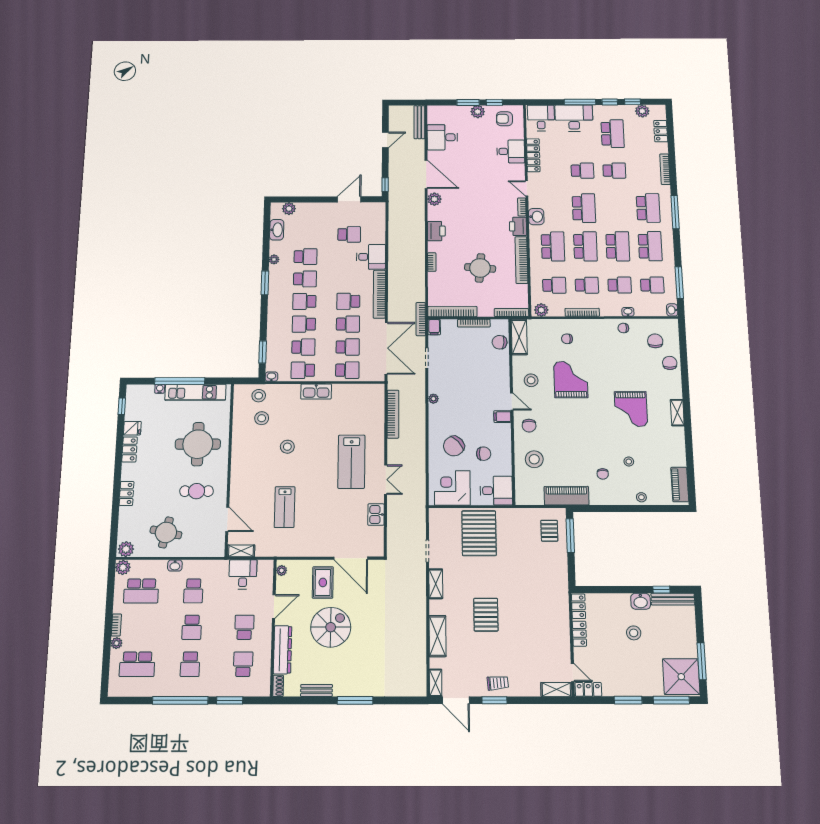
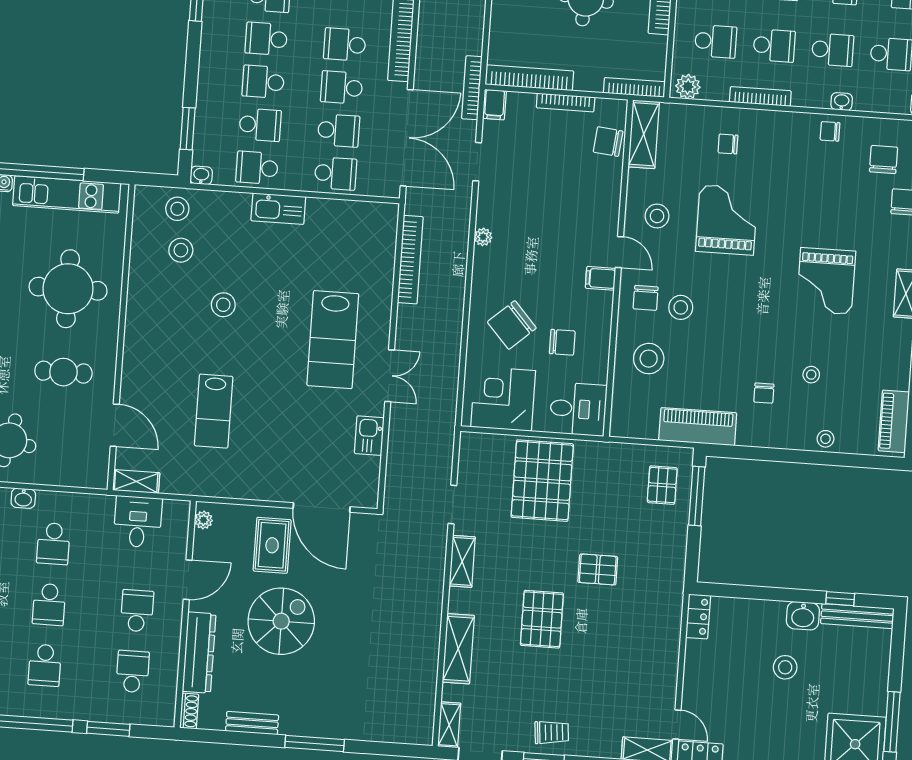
school desk: (348, 324) -> (342, 87), turned 180
stool: (550, 429) -> (681, 307), added
pallet: (516, 583) -> (598, 569), added
locker: (579, 634) -> (695, 662), removed

